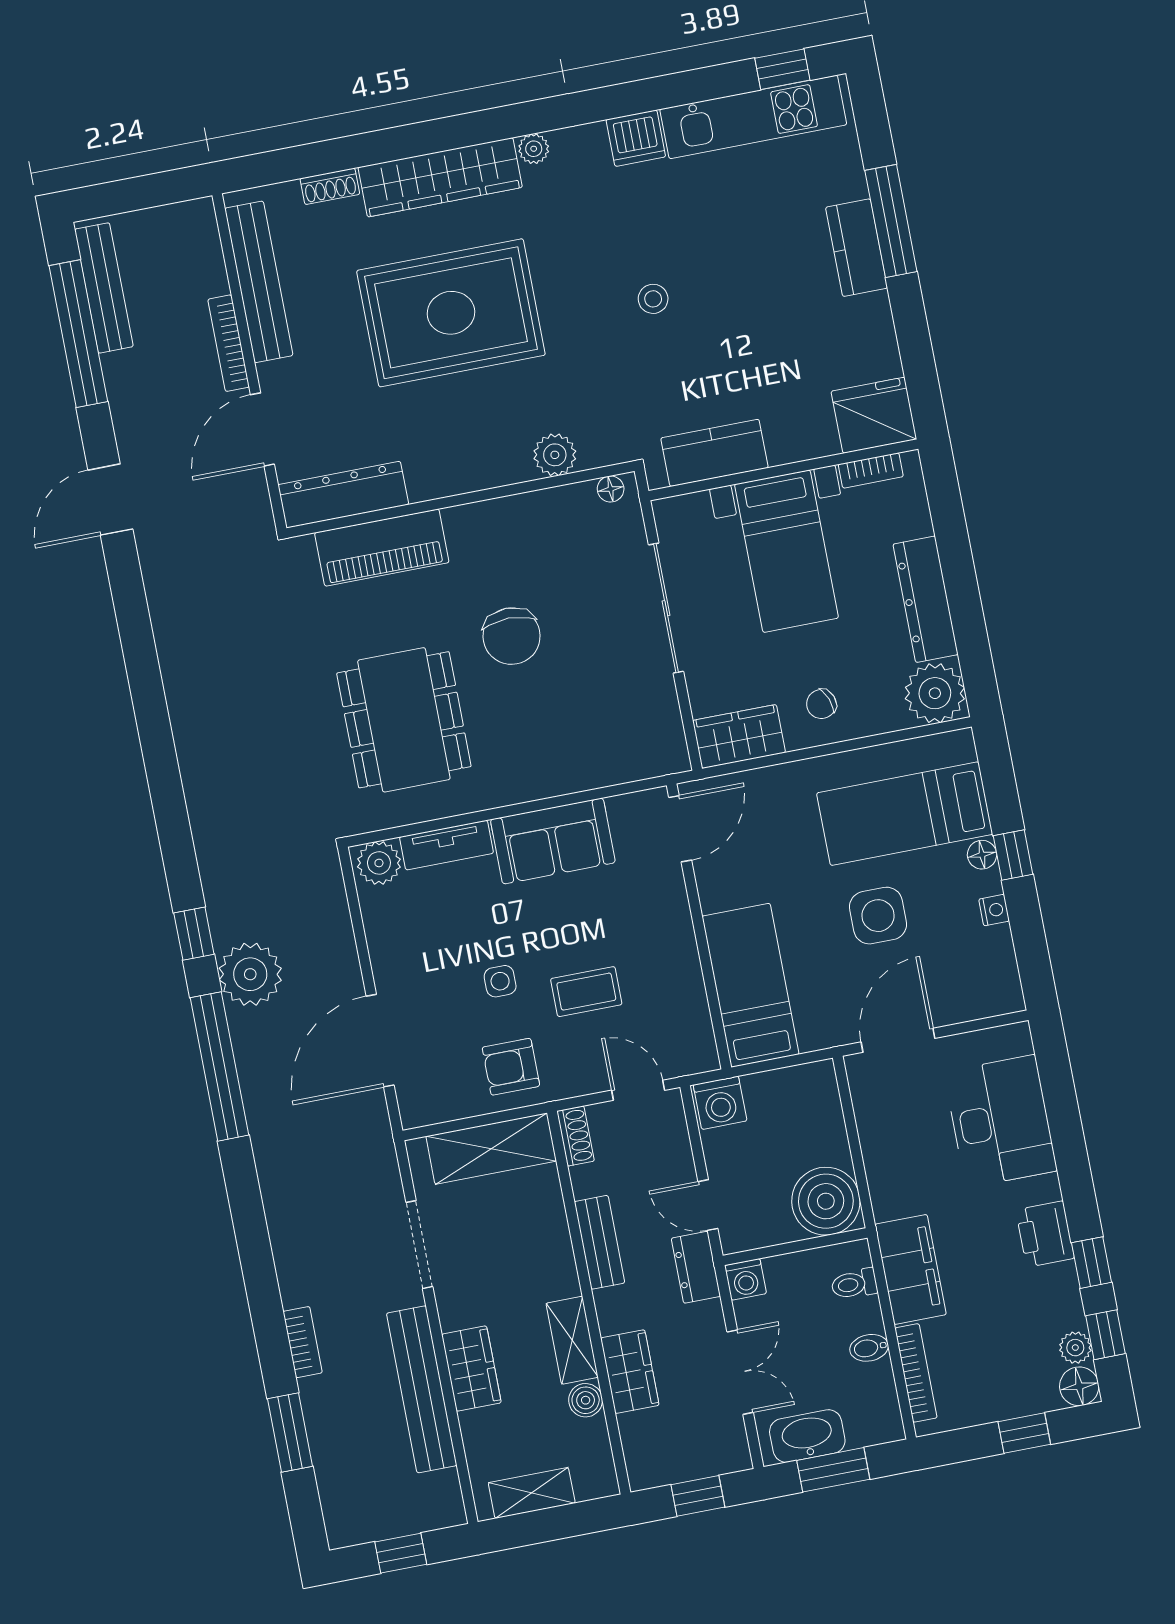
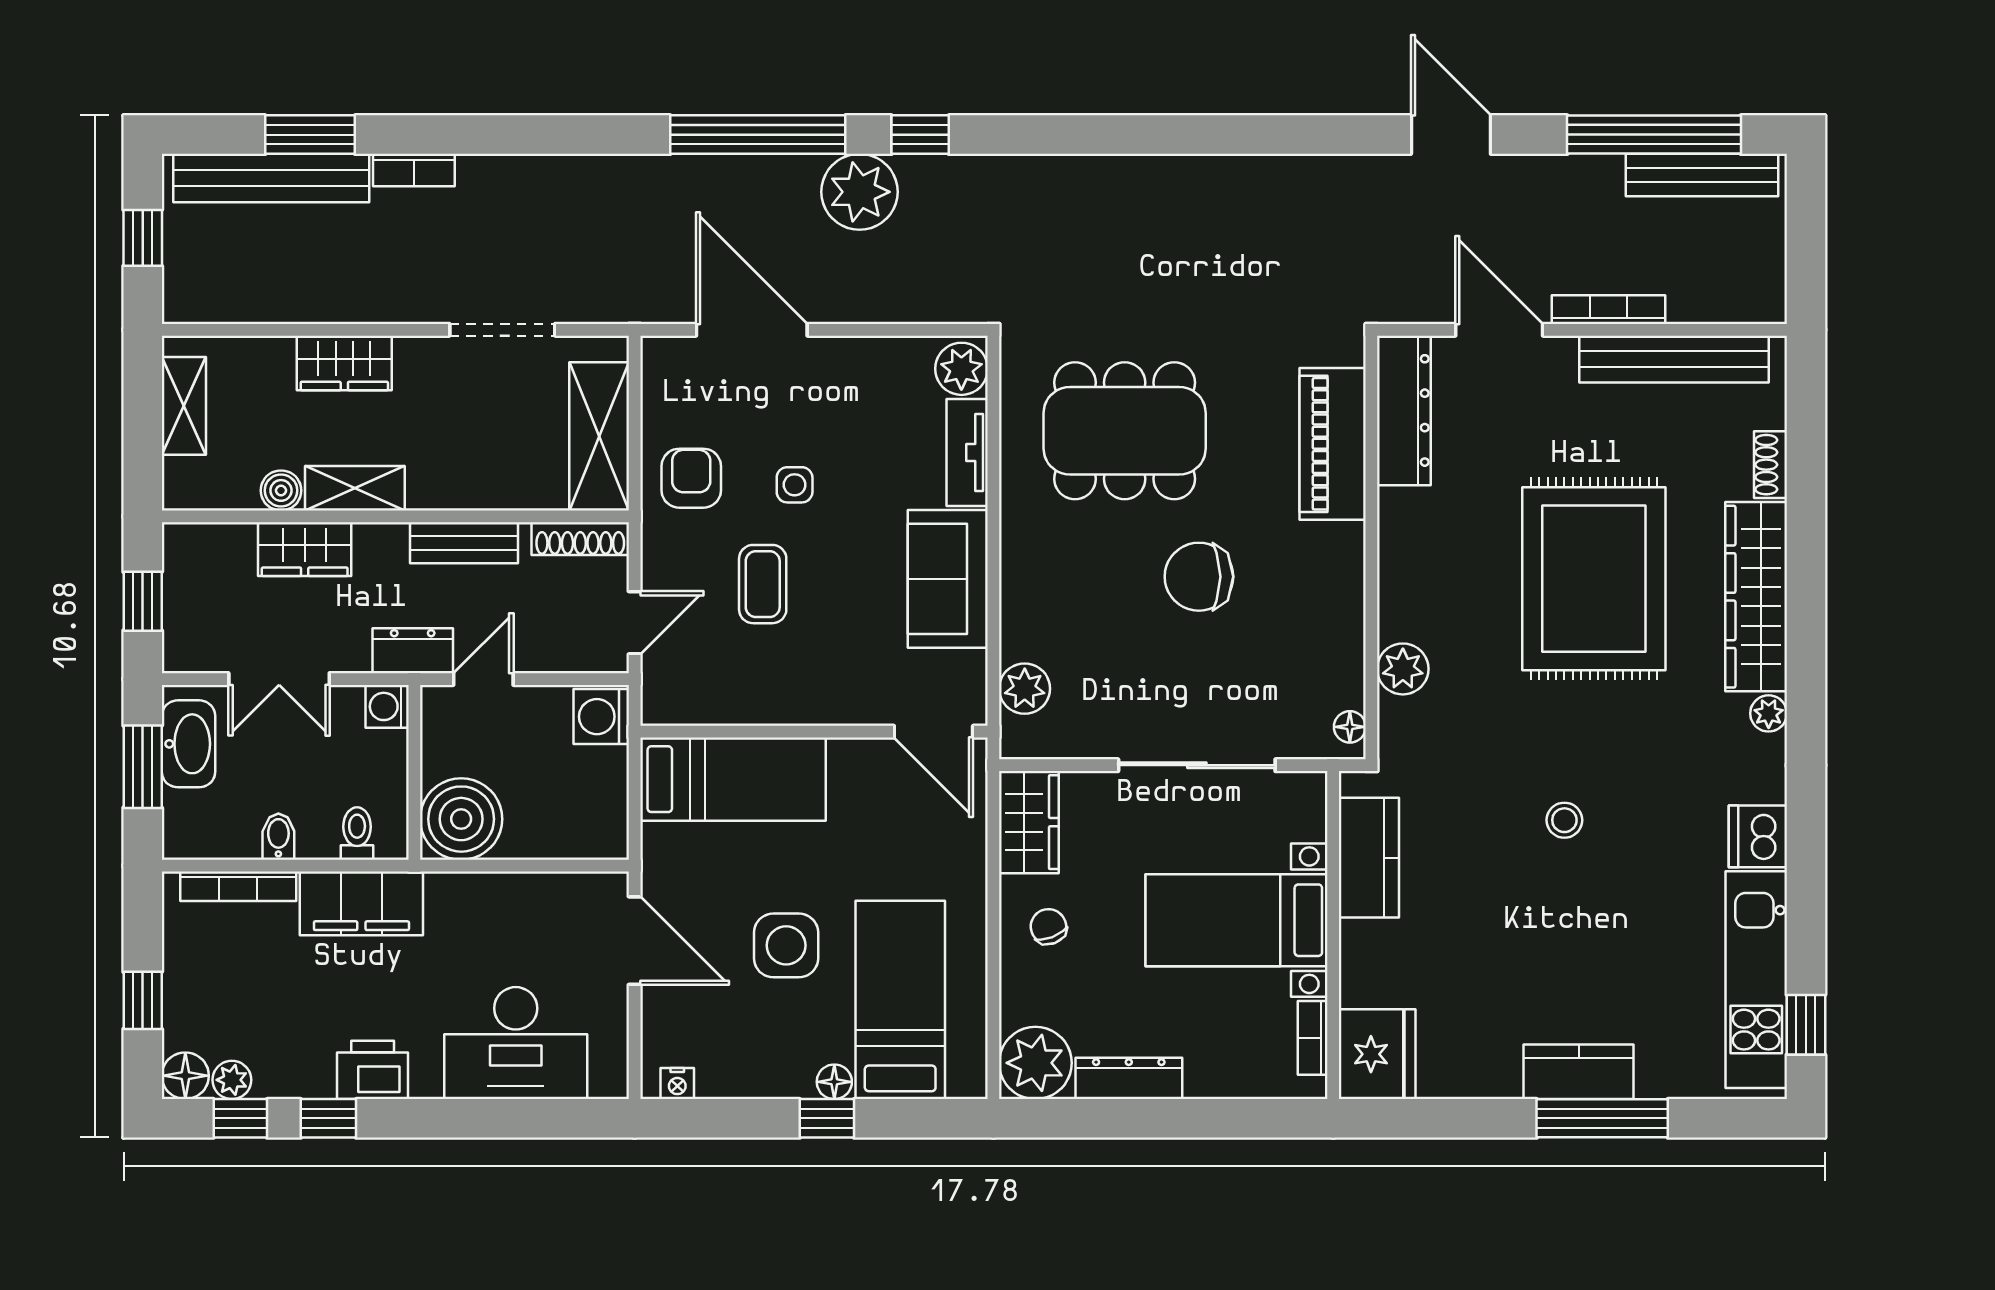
dresser: (926, 599) -> (1129, 1078), width x0.73, depth x0.80
plant: (630, 761) -> (1025, 689), added
nightstand: (994, 910) -> (677, 1084), moved
shoe rack: (576, 1136) -> (580, 539), width x1.43
bench: (422, 1389) -> (271, 178), moved

